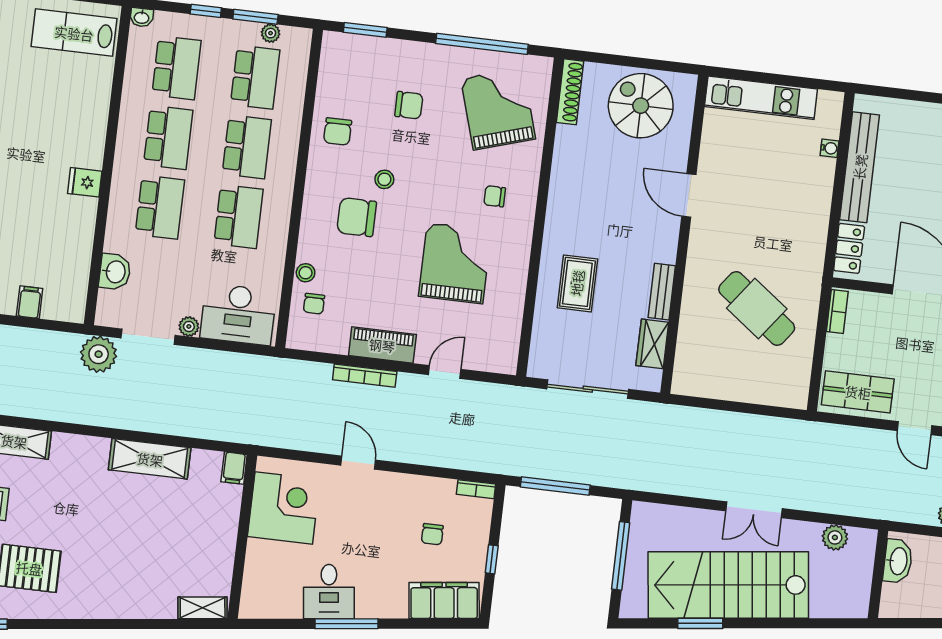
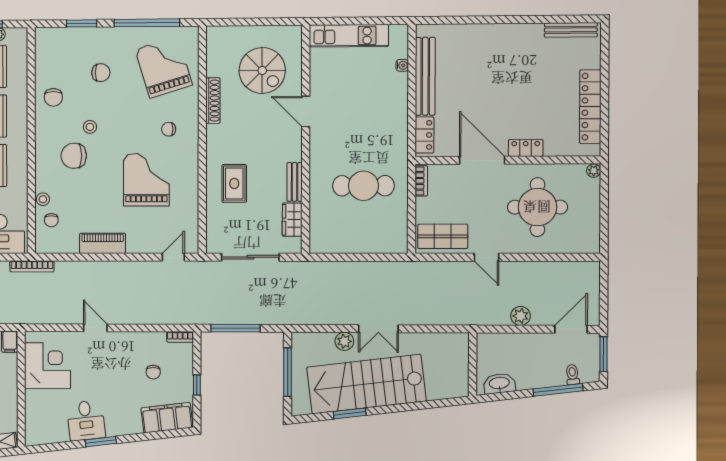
window: (365, 30) -> (82, 23), moved
shoe rack: (570, 92) -> (213, 101), moved
spiral stairs: (641, 106) -> (262, 71), moved, turned 180
cafe table: (757, 308) -> (363, 186), turned -37
door: (445, 372) -> (173, 257), moved
bookcase: (365, 376) -> (32, 266), moved
plant: (835, 537) -> (344, 341), moved
washbasin: (898, 561) -> (499, 383), moved, turned -97
window: (346, 624) -> (101, 442), width x0.69

